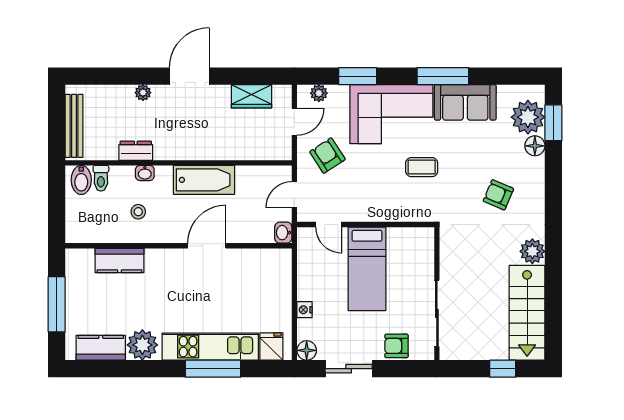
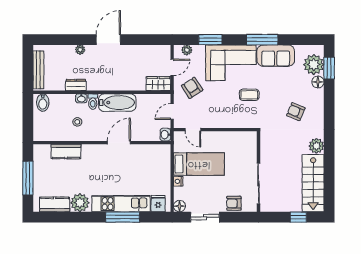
wardrobe: (251, 96) -> (158, 84), moved, turned 180
toilet: (101, 178) -> (93, 102), moved
bed: (367, 269) -> (199, 164), moved, turned -90

